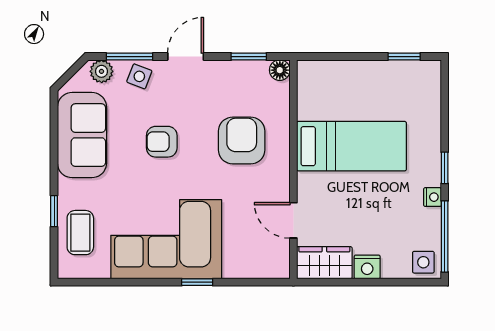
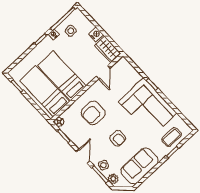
door: (186, 57) -> (83, 156), swing flipped
bed: (353, 94) -> (45, 91), added
side table: (423, 262) -> (71, 31), moved

